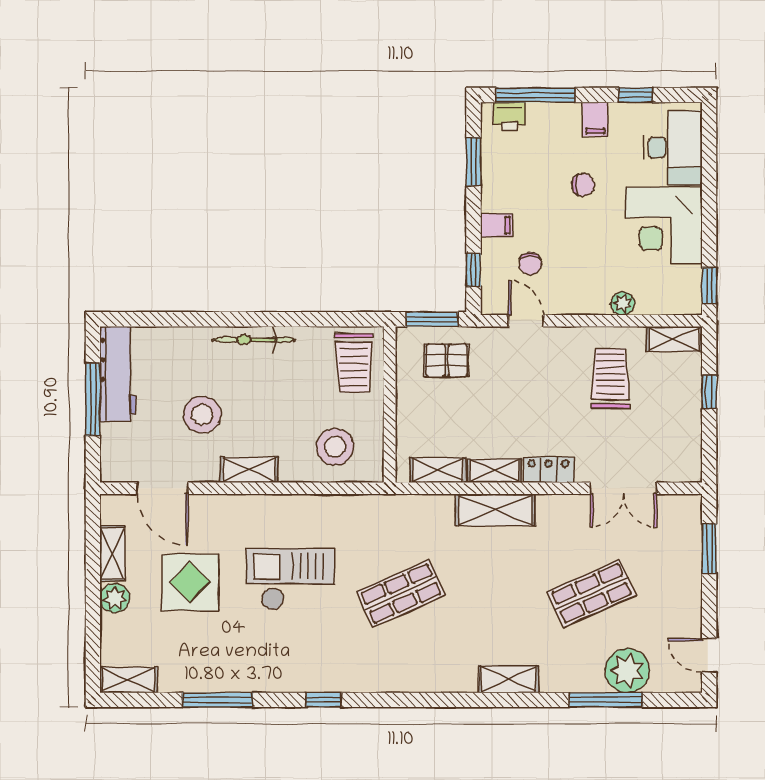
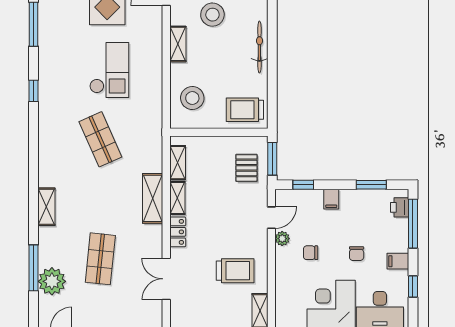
chair: (530, 264) -> (311, 253), moved
plant: (623, 303) -> (282, 239), moved
shop shelf: (591, 593) -> (100, 259), turned 30

